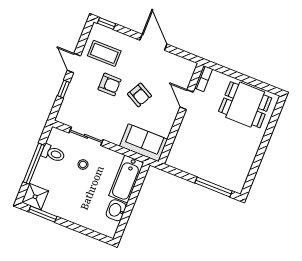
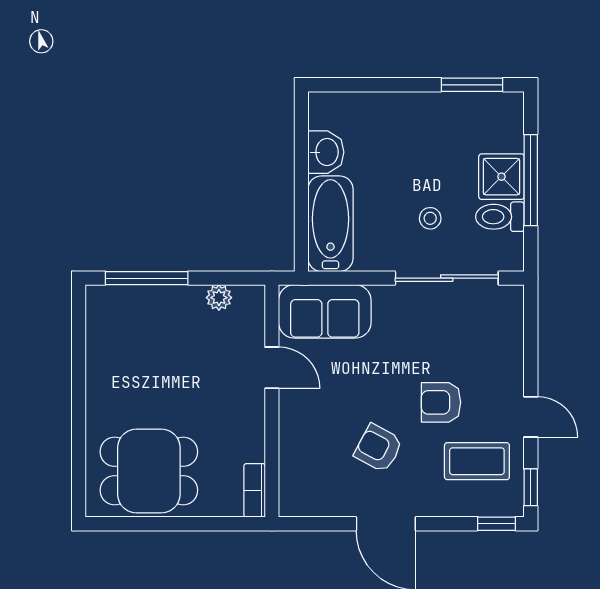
window: (64, 89) -> (531, 487), moved
armchair: (139, 95) -> (378, 448), moved
door: (187, 100) -> (272, 368), moved
sliding door: (86, 136) -> (447, 278), width x1.37
plant: (186, 167) -> (219, 298), added
shower: (35, 197) -> (501, 177), moved

